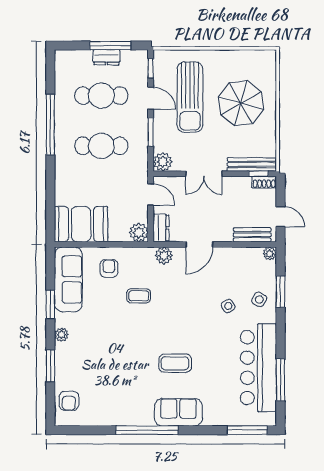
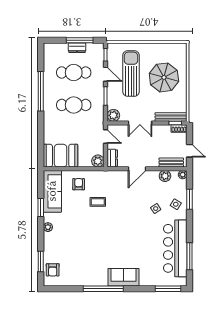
sun lounger: (190, 97) -> (131, 73), turned 180
plant: (164, 256) -> (165, 176), moved
coffee table: (175, 363) -> (121, 246), removed
window: (50, 366) -> (41, 262), moved

